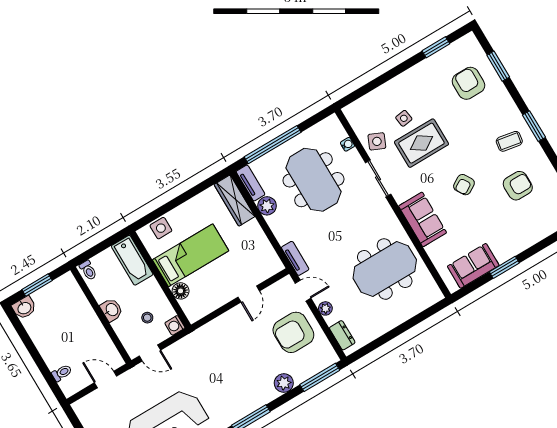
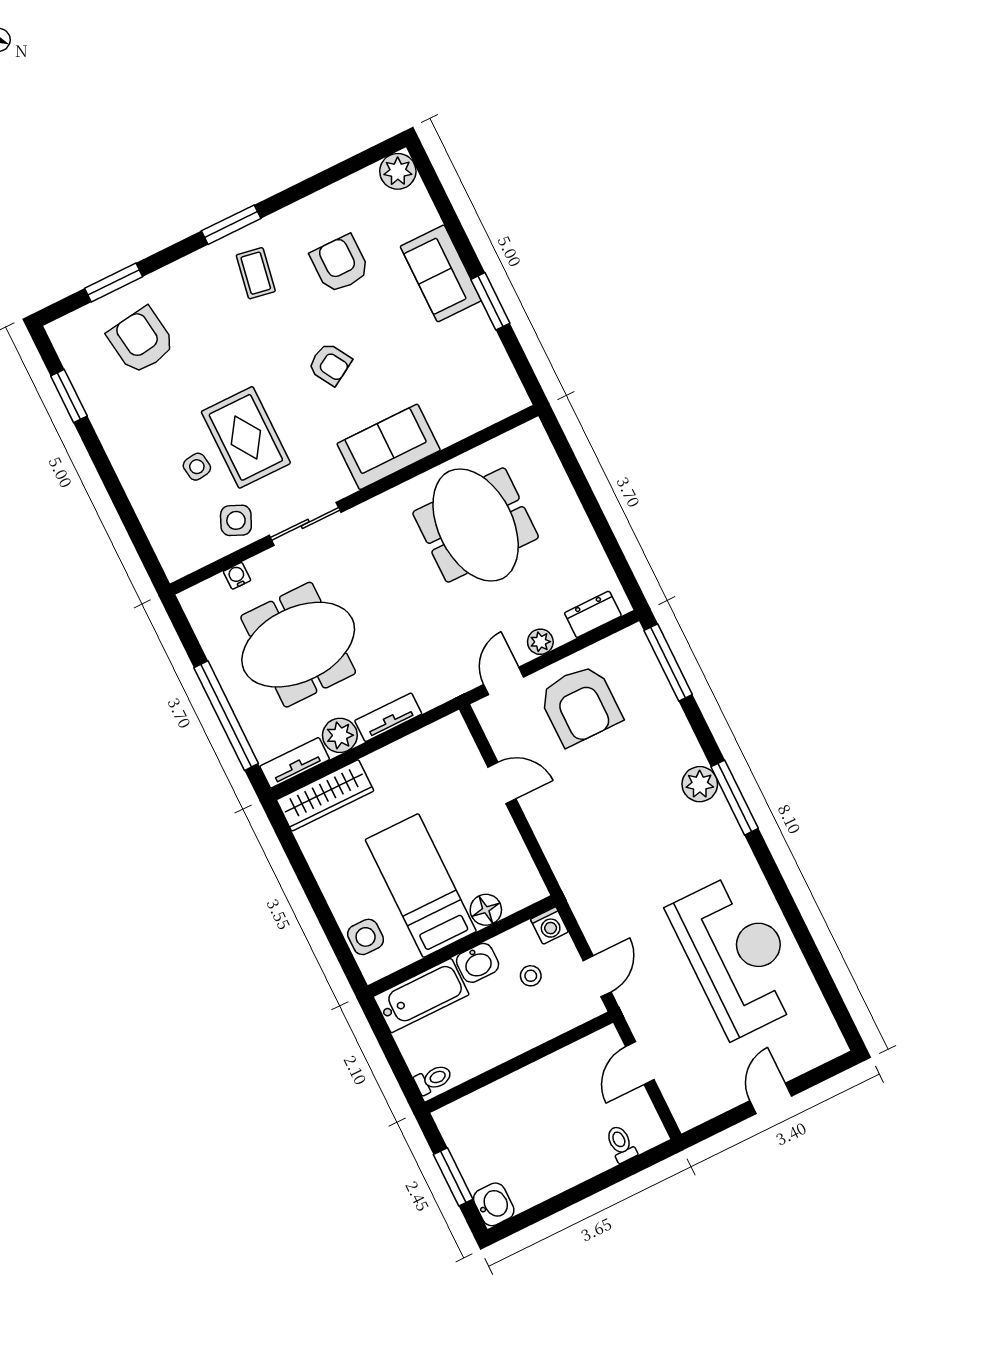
armchair: (468, 83) -> (141, 341), turned 82
tv unit: (295, 258) -> (388, 717), moved
sofa: (473, 266) -> (441, 273), moved
washbasin: (112, 310) -> (478, 963), moved, turned 180
plant: (284, 383) -> (700, 784), moved

